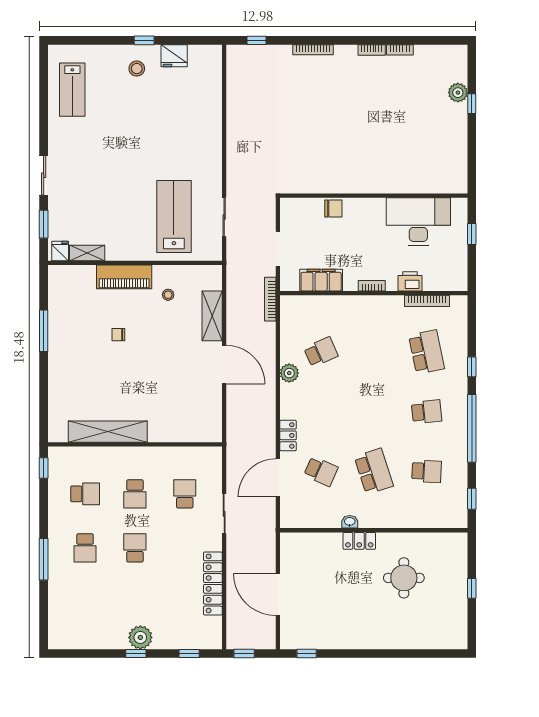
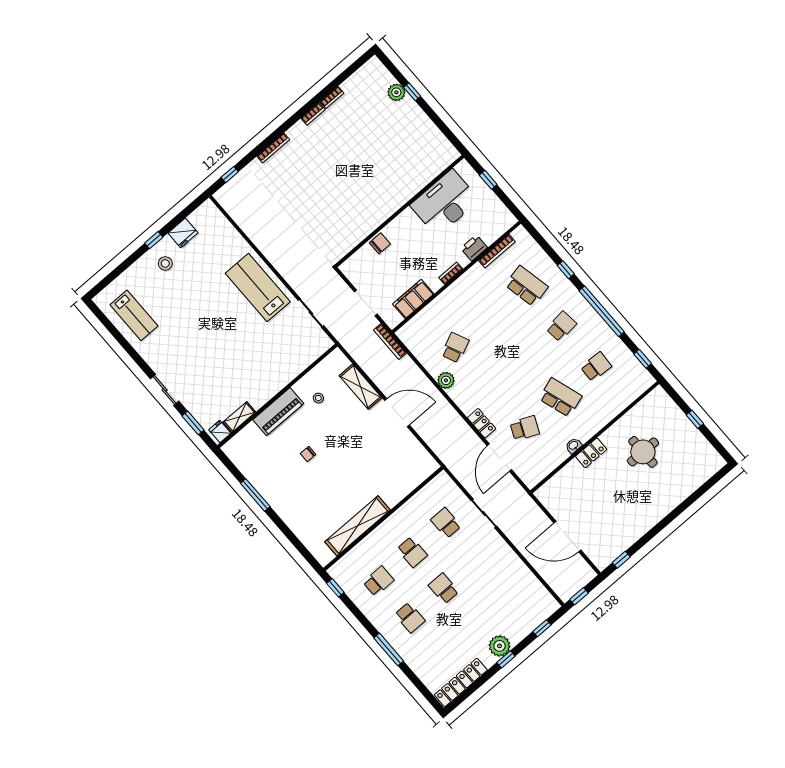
lab bench: (174, 216) -> (258, 287), moved
locker: (213, 583) -> (461, 682), moved, turned 90

